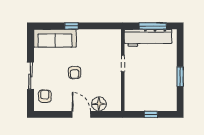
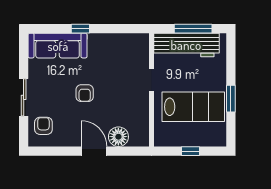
lab bench: (153, 82) -> (193, 107), added

